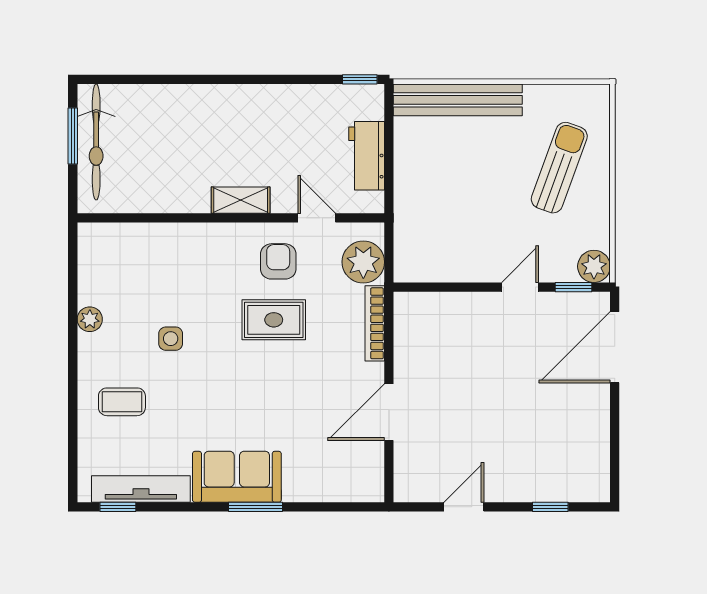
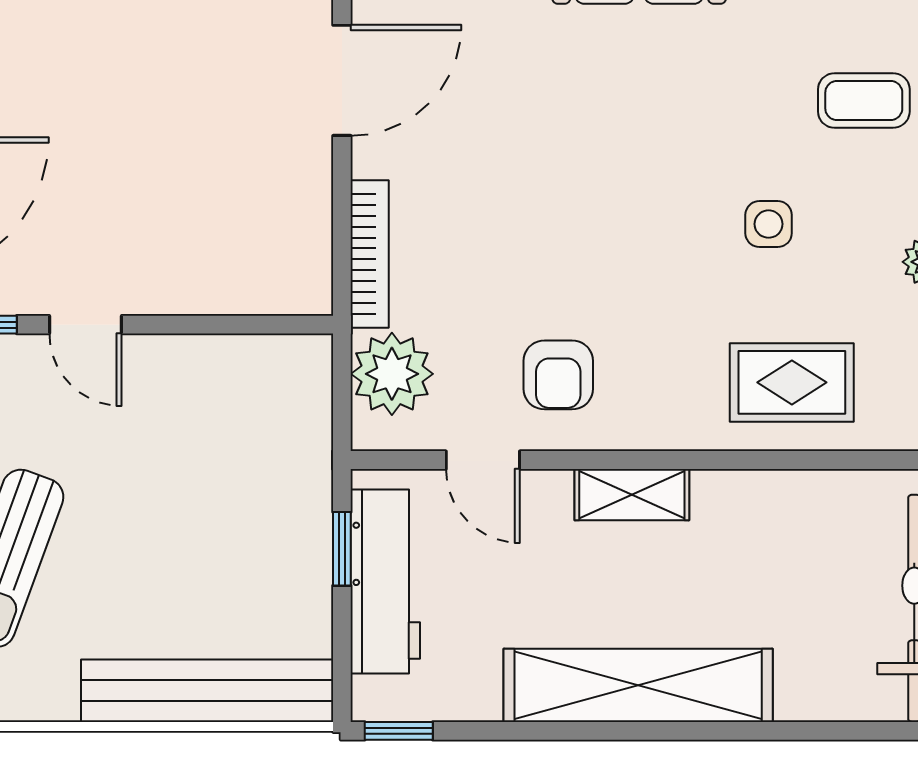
shelving: (237, 103) -> (638, 685), added
workbench: (367, 156) -> (385, 581), width x1.38
window: (389, 173) -> (342, 549), added
door: (520, 287) -> (86, 325), hinge flipped
rug: (274, 320) -> (792, 382), moved

